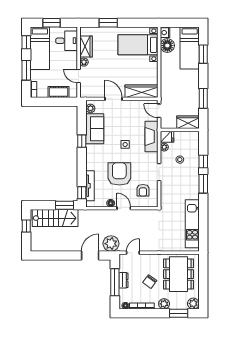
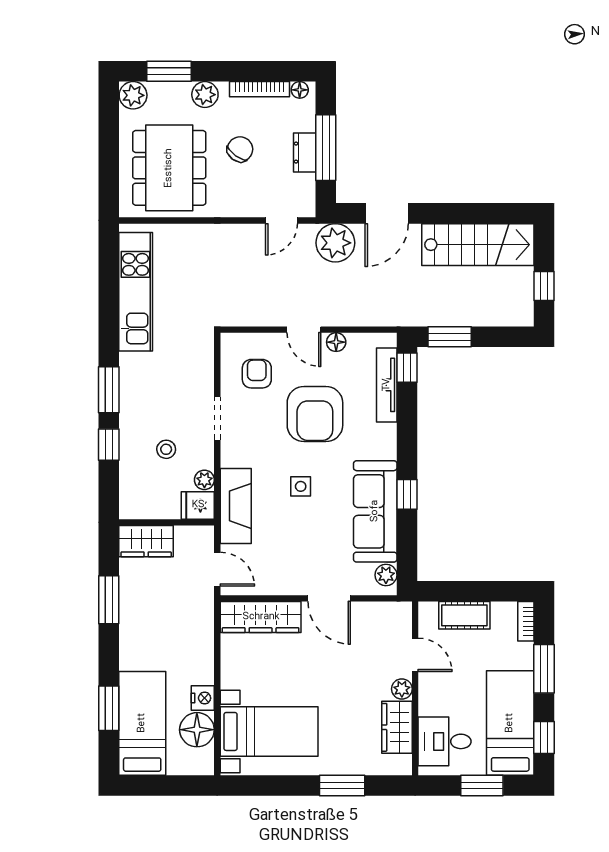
nightstand: (165, 33) -> (203, 698), moved
sofa: (95, 129) -> (375, 511), width x1.36
stairs: (55, 218) -> (478, 245), moved, turned 180

